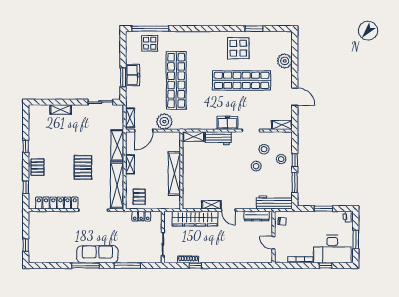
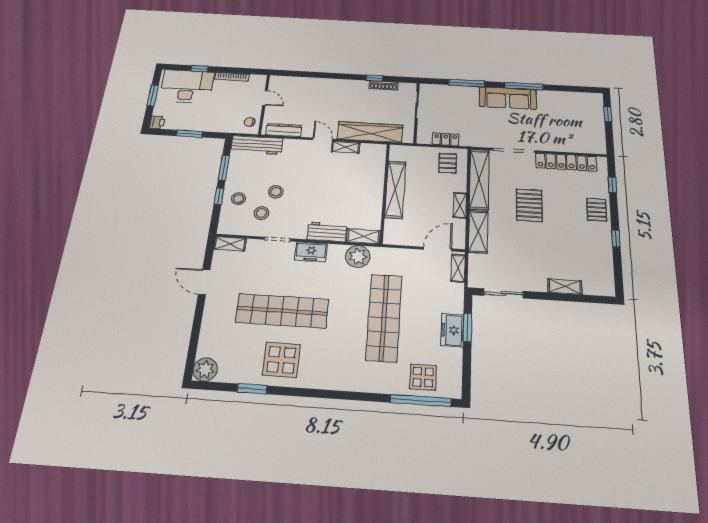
plant: (285, 61) -> (205, 370), moved
plant: (164, 122) -> (358, 257), moved

